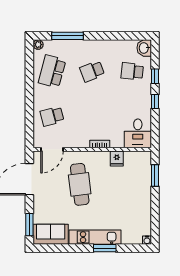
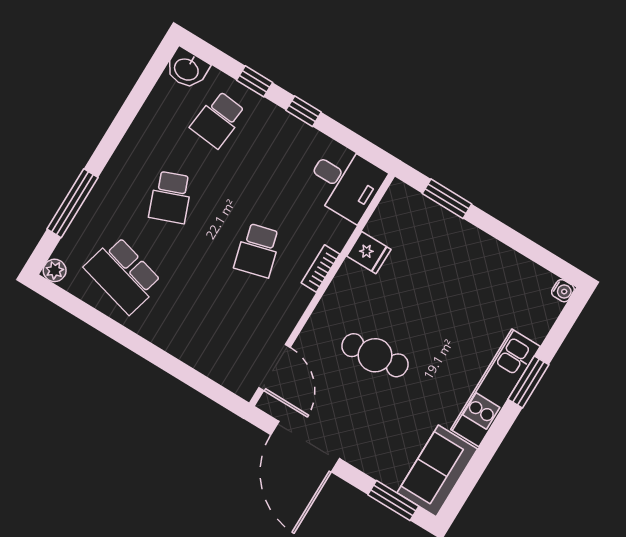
school desk: (52, 116) -> (258, 250), moved
cafe table: (80, 184) -> (375, 355), width x0.73, depth x0.74

